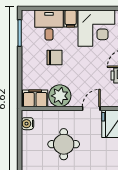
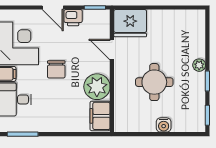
chair: (54, 58) -> (56, 69), moved, turned 180
water cooler: (27, 124) -> (164, 125), moved

